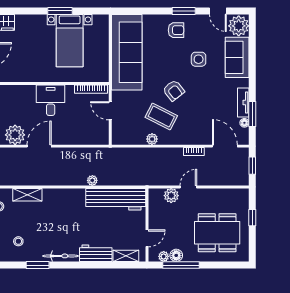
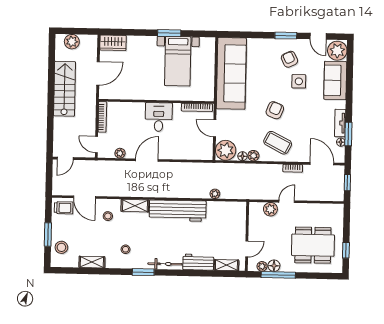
armchair: (176, 30) -> (289, 59), moved, turned -116
armchair: (174, 90) -> (275, 110), turned -120
coffee table: (161, 116) -> (278, 143), moved
plant: (122, 134) -> (226, 150), added
plant: (15, 135) -> (120, 153), width x0.53, depth x0.53
floor lamp: (140, 140) -> (242, 156), added
plant: (92, 180) -> (215, 194), moved
workbench: (116, 199) -> (178, 211), moved
window: (252, 218) -> (346, 250), moved

